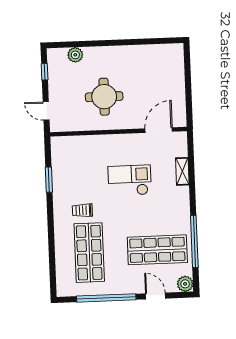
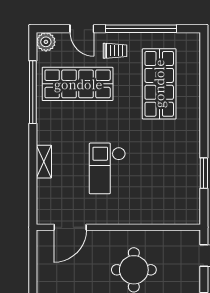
shelving: (182, 171) -> (44, 162), moved
checkout: (130, 180) -> (107, 168), turned 90
trolley: (82, 210) -> (115, 51), moved

